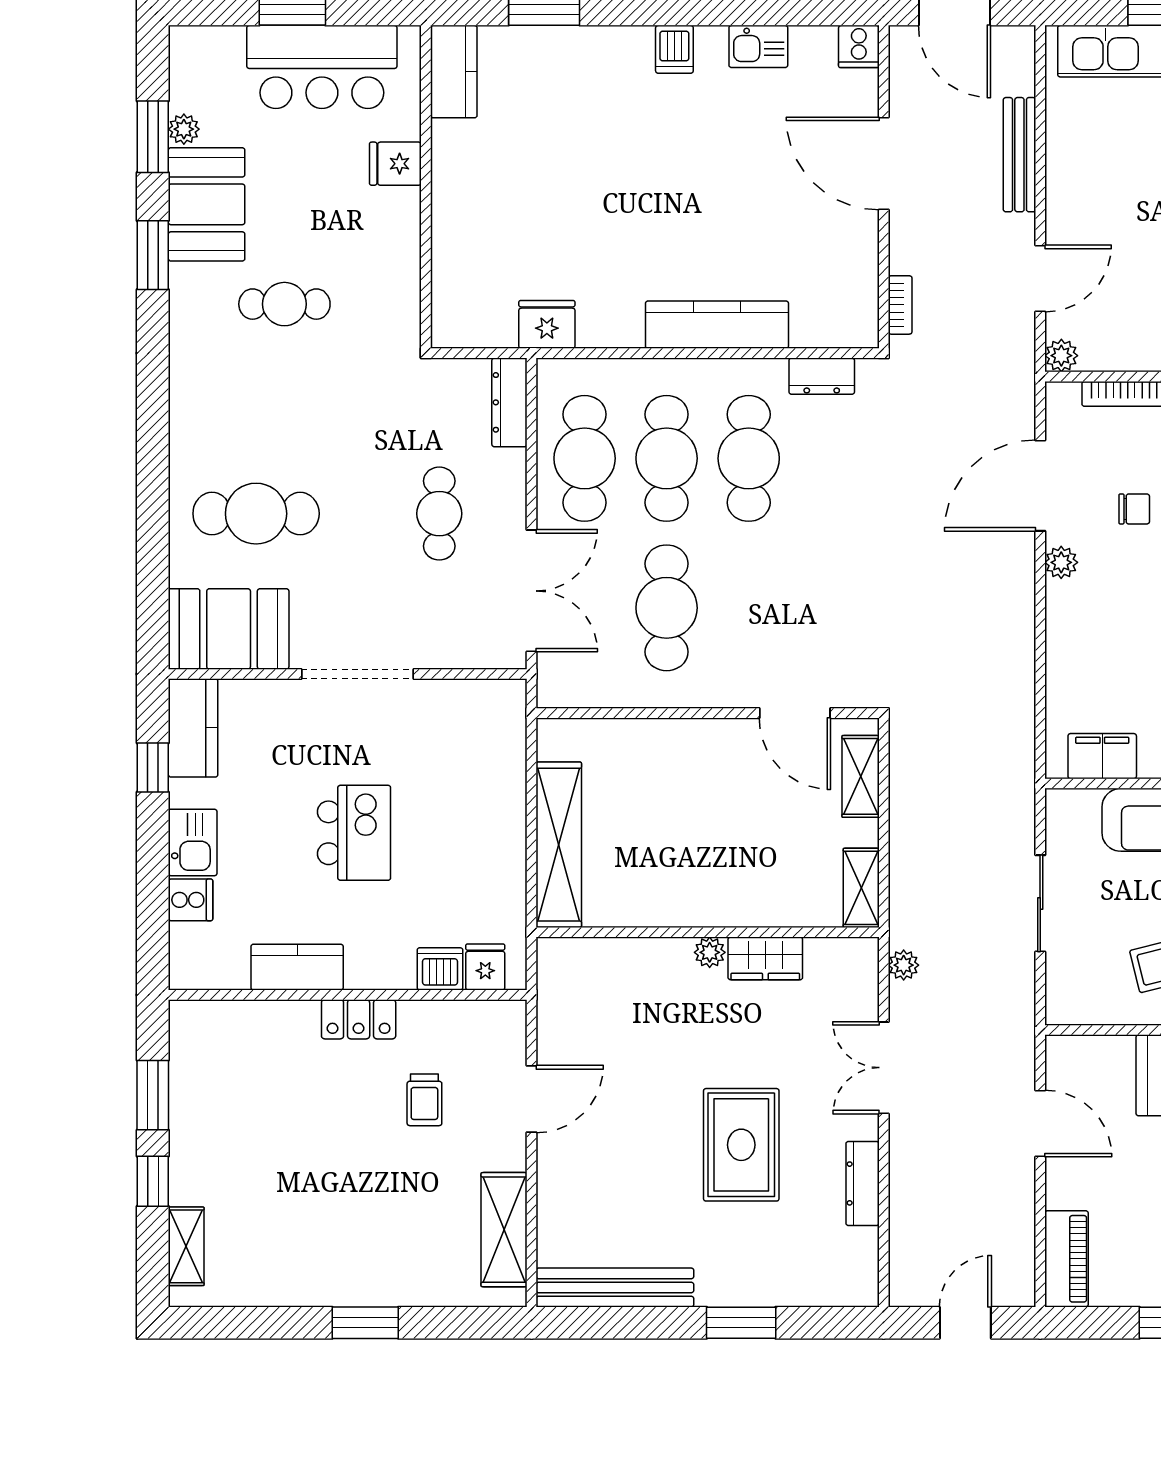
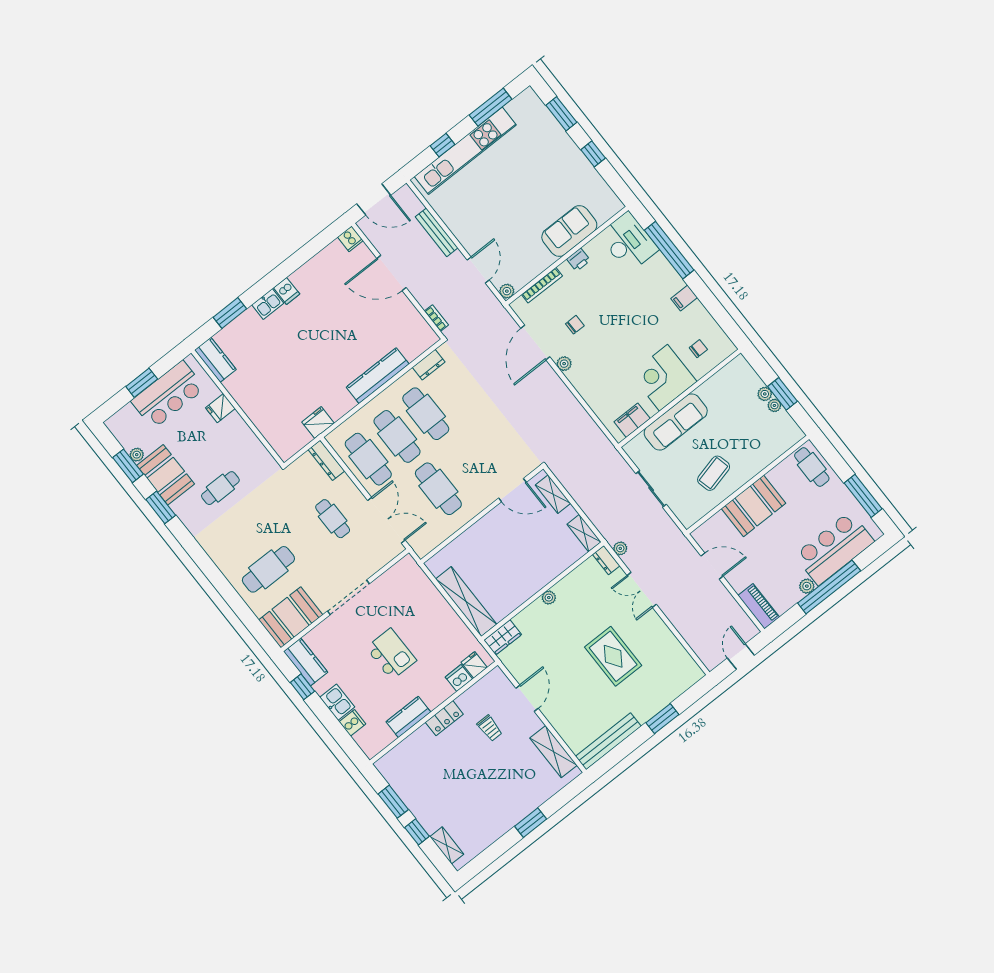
kitchen sink: (758, 46) -> (268, 304), moved
wardrobe: (765, 958) -> (503, 637), moved
dresser: (863, 1183) -> (606, 560), moved, width x0.70

